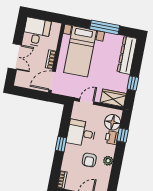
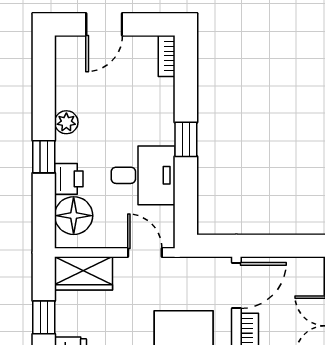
door: (87, 102) -> (145, 253), swing flipped
window: (123, 135) -> (44, 157), moved
armchair: (89, 160) -> (111, 115), removed

